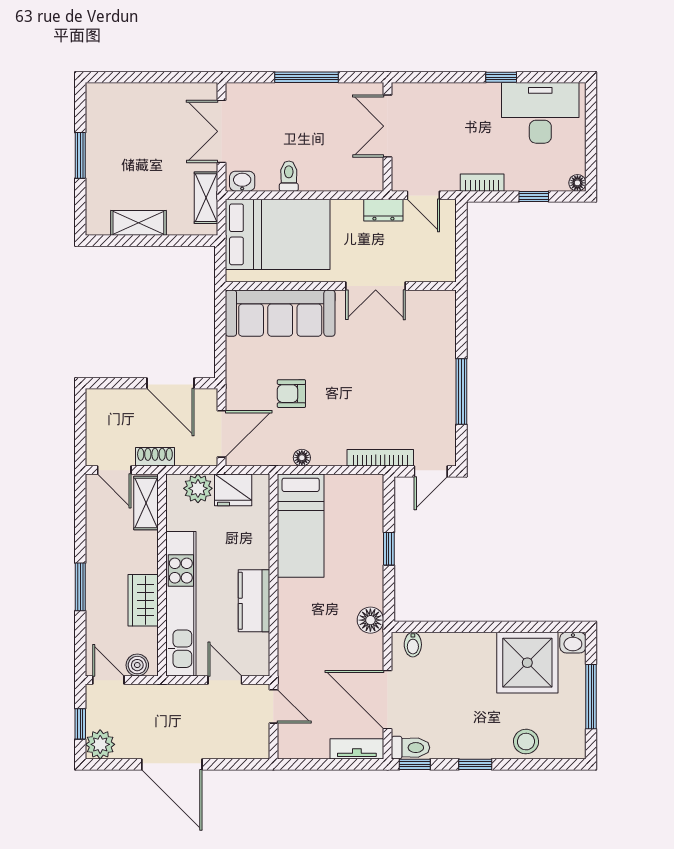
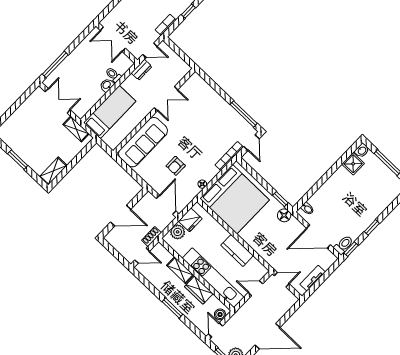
window: (306, 77) -> (55, 64), moved
double door: (222, 131) -> (58, 101), swing flipped
toilet: (289, 176) -> (113, 75), moved
washbasin: (242, 181) -> (107, 85), moved
shelving: (138, 223) -> (53, 171), moved
bed: (278, 234) -> (110, 112), width x0.67
door: (171, 383) -> (121, 216), moved
window: (461, 391) -> (244, 114), moved
shelving: (146, 503) -> (180, 270), moved
bed: (301, 526) -> (235, 199), width x2.04
window: (389, 549) -> (280, 199), moved
shower: (527, 663) -> (353, 164), width x0.54, depth x0.54
door: (108, 680) -> (215, 330), hinge flipped
stool: (526, 742) -> (381, 201), removed
tv unit: (357, 749) -> (313, 278), moved

